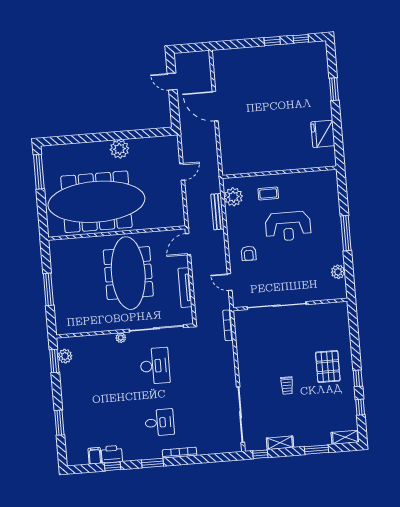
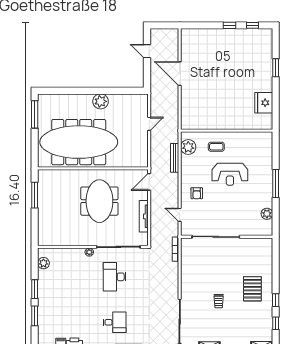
meeting table: (128, 273) -> (99, 201), width x0.73
window: (48, 289) -> (35, 195), moved
window: (54, 361) -> (35, 289), moved
desk: (155, 366) -> (115, 277), turned 180

